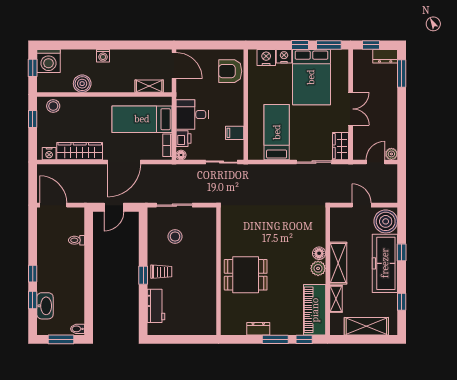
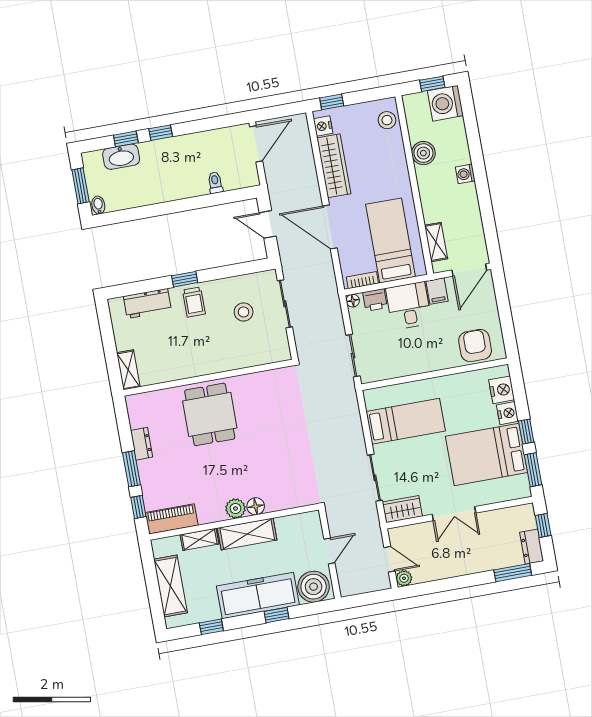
window: (33, 119) -> (332, 102), moved
filing cabinet: (235, 133) -> (437, 291), moved, turned 180
piano: (315, 310) -> (172, 519), width x0.73, depth x0.75
shelving: (202, 329) -> (128, 370), added

